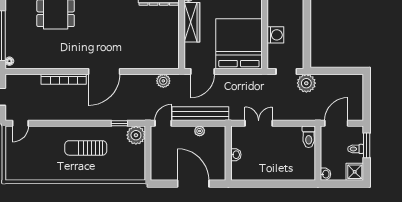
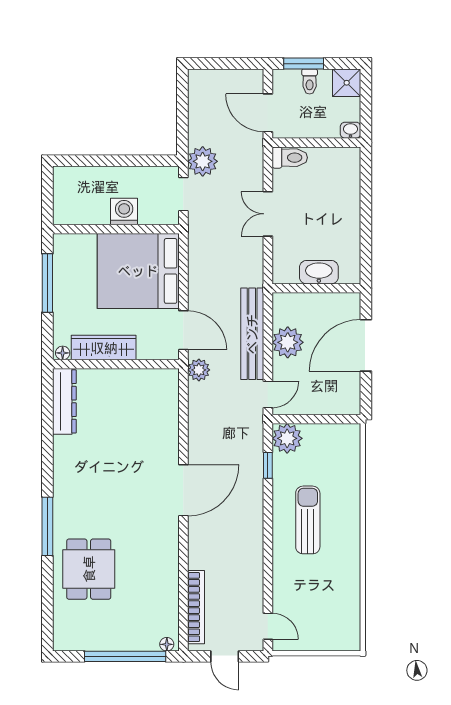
door: (104, 71) -> (183, 490), hinge flipped
bookcase: (64, 79) -> (196, 607), moved
plant: (163, 81) -> (199, 370), moved
door: (163, 123) -> (268, 394), swing flipped
double door: (259, 123) -> (268, 214), moved
plant: (200, 131) -> (288, 342), width x1.87, depth x1.87
sun lounger: (86, 148) -> (308, 520), turned 180
washbasin: (236, 155) -> (319, 272), width x1.91, depth x1.45

